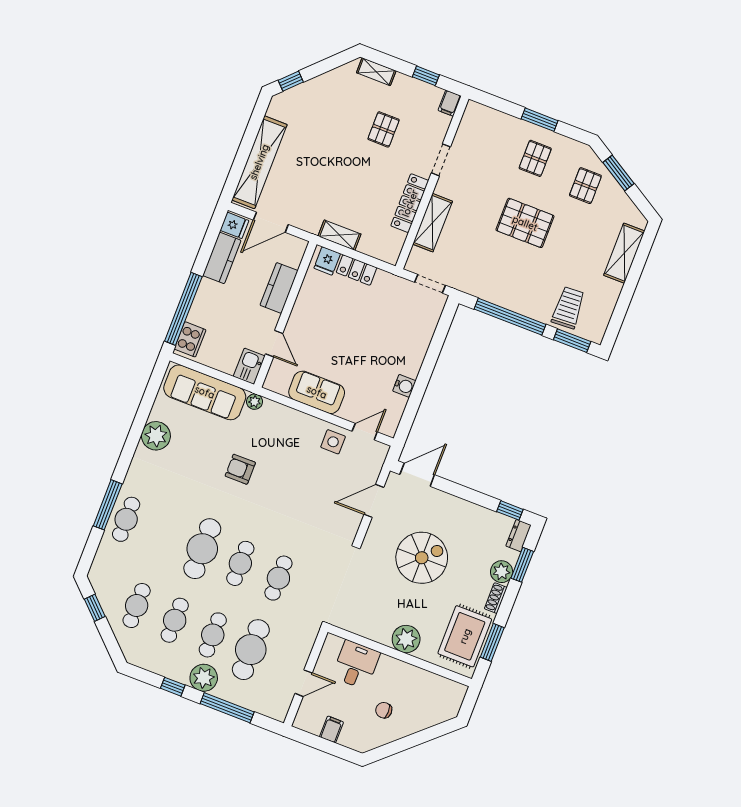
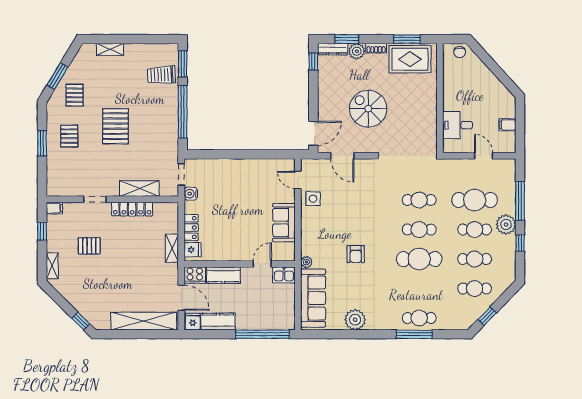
pallet: (535, 158) -> (69, 136), turned 90
pallet: (585, 186) -> (75, 95), turned 90
shelving: (624, 253) -> (110, 49), width x0.67, depth x0.75
cooker: (190, 339) -> (195, 275), moved, turned 180
water cooler: (404, 386) -> (191, 194), moved, turned -90
door: (417, 475) -> (313, 133), swing flipped
dresser: (518, 536) -> (333, 49), width x1.44
plant: (406, 639) -> (427, 98), removed
chair: (384, 710) -> (460, 52), moved

